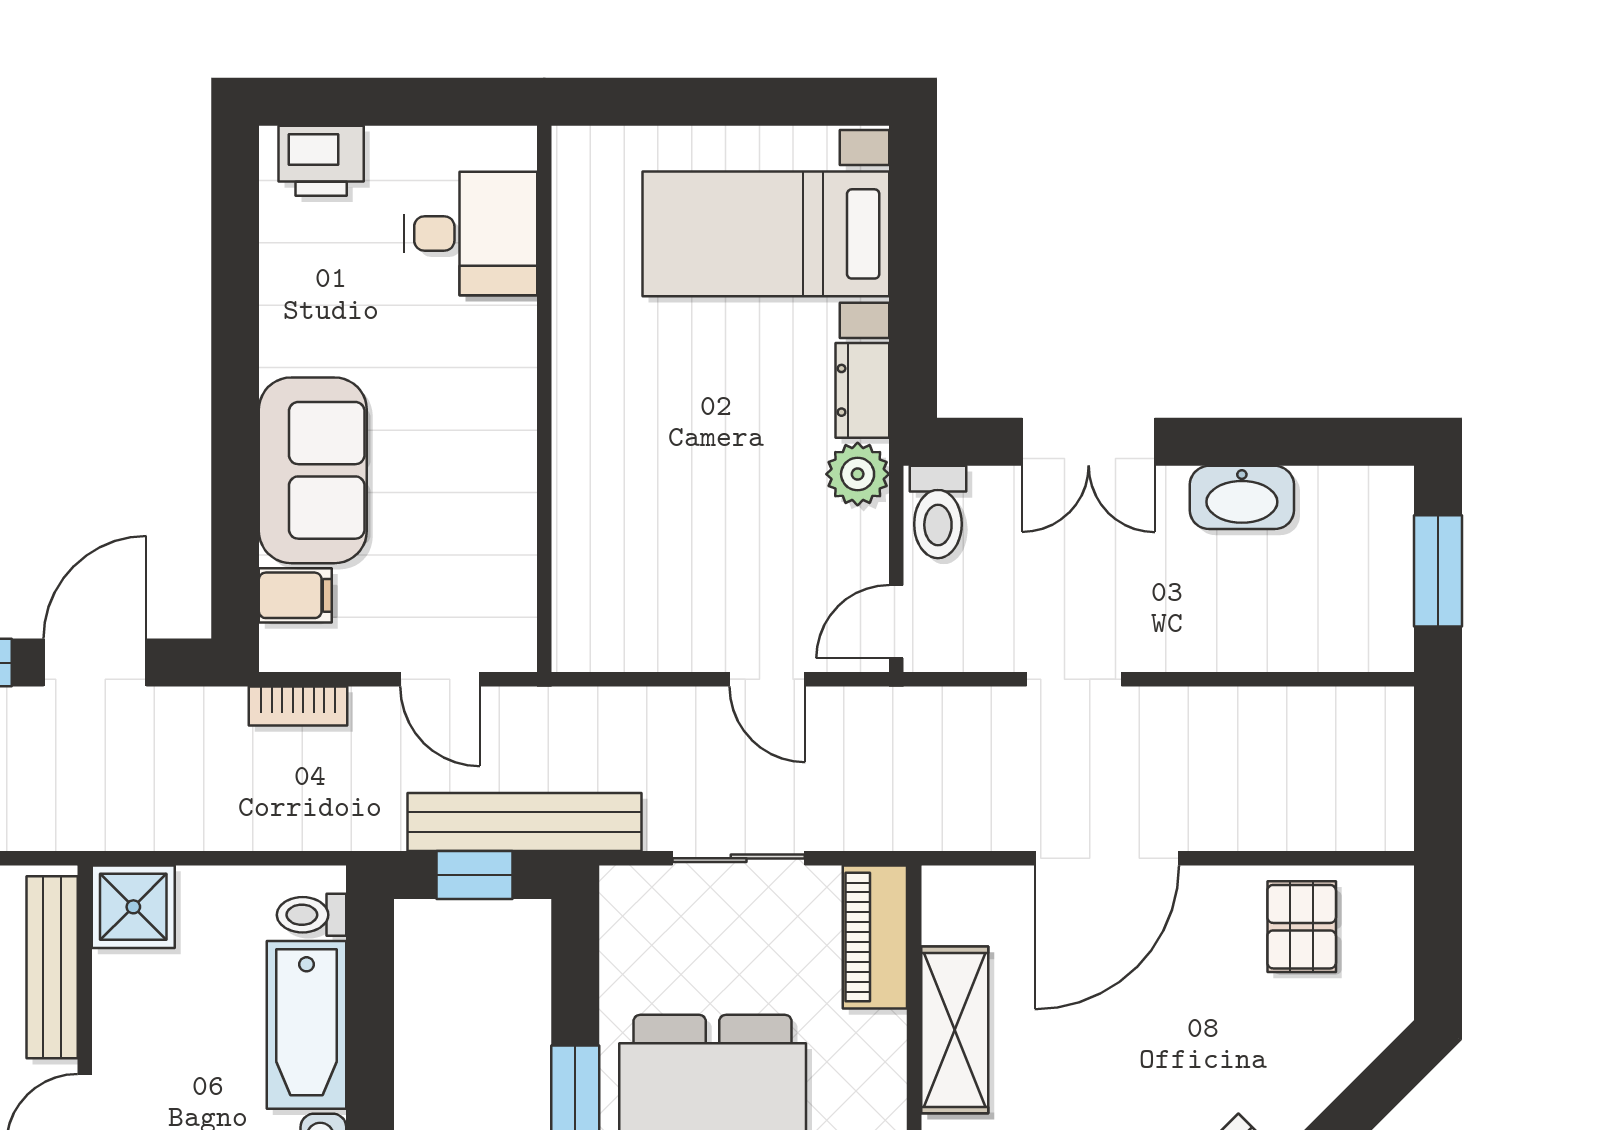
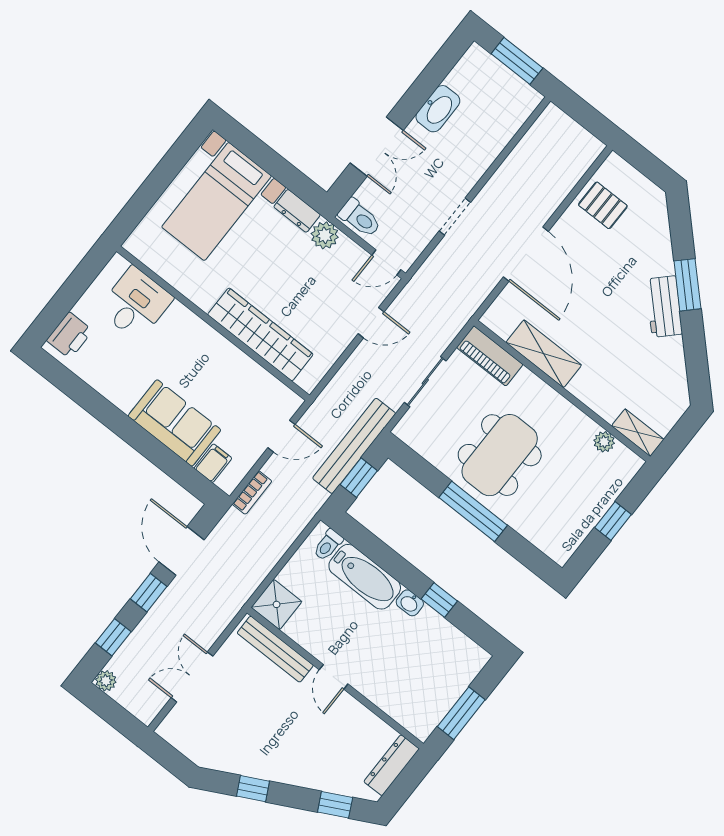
wardrobe: (591, 499) -> (260, 334), added
door: (896, 622) -> (386, 262), hinge flipped

